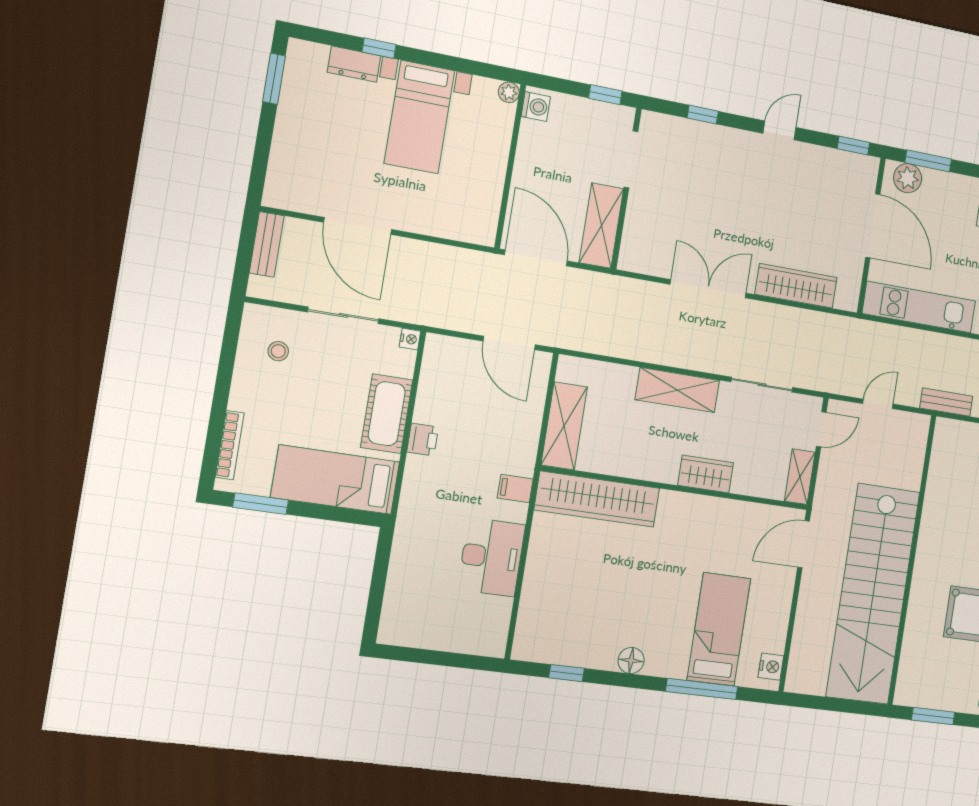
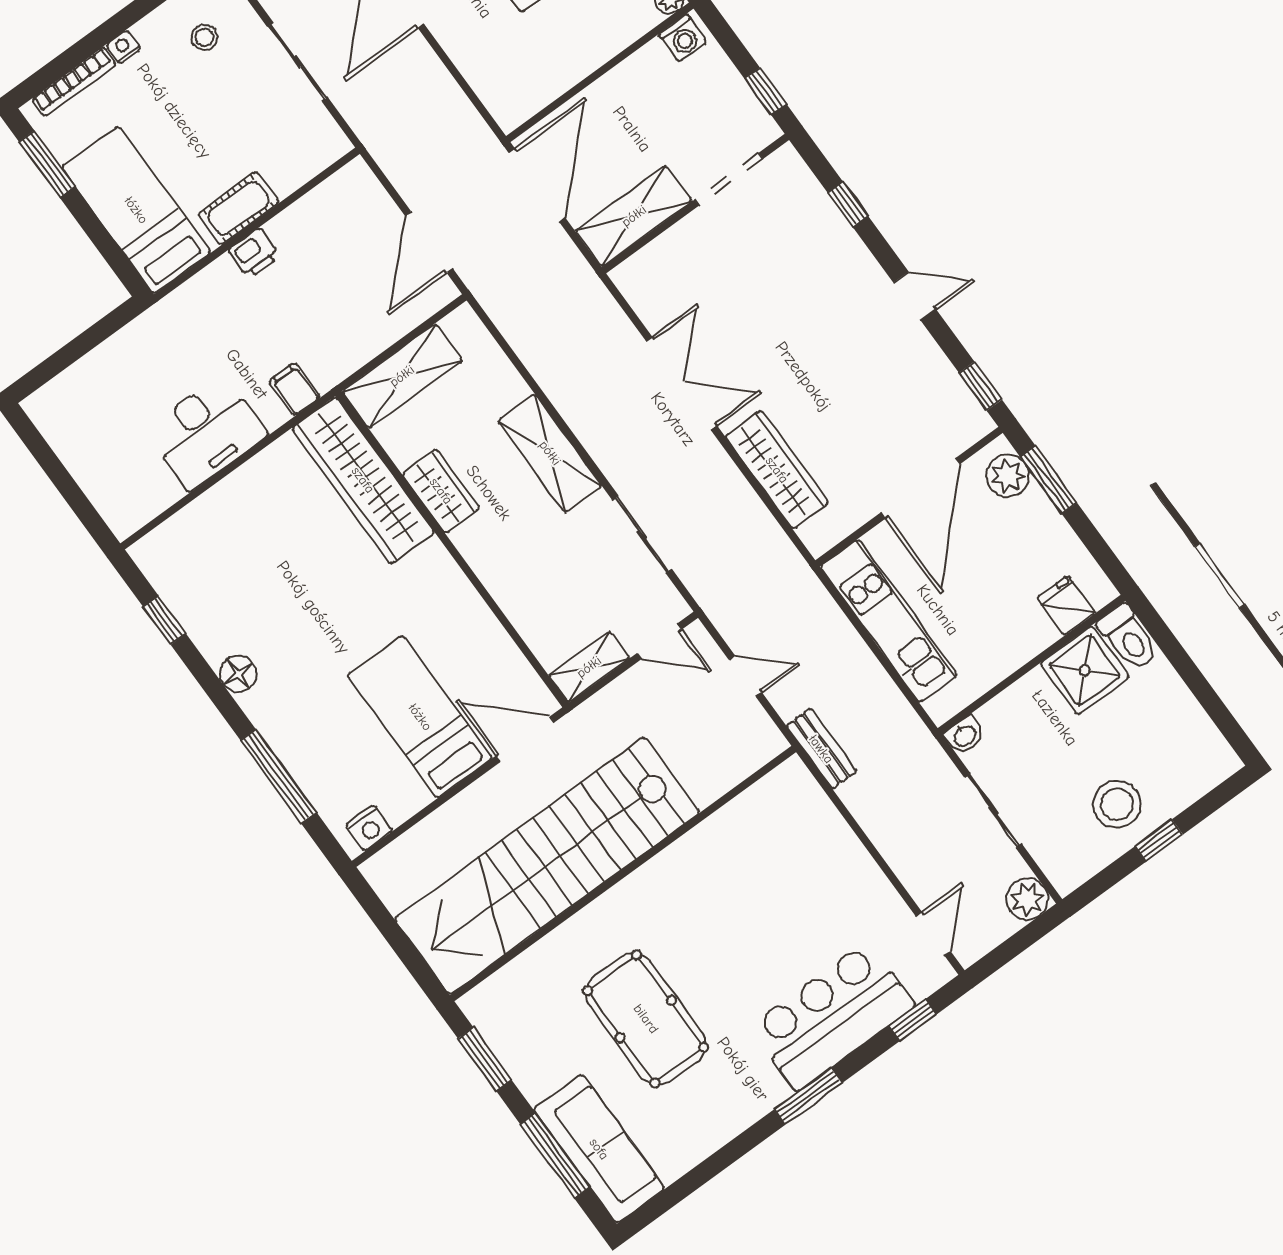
nightstand: (410, 339) -> (123, 47), moved, turned 180
cot: (387, 414) -> (238, 208), width x0.73, depth x0.75
wardrobe: (706, 474) -> (441, 491), moved
bed: (719, 629) -> (420, 717), moved, turned -90

